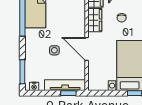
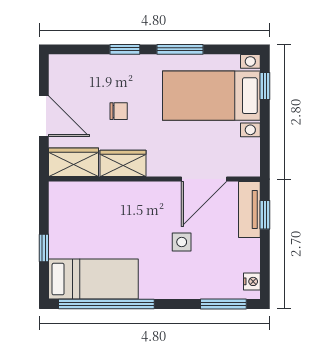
door: (87, 49) -> (204, 179), moved
tv unit: (65, 85) -> (249, 210), width x0.71

